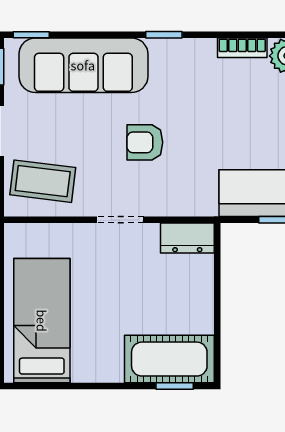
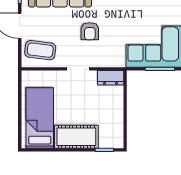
armchair: (145, 142) -> (90, 31), turned -90
cot: (169, 359) -> (76, 137), moved

